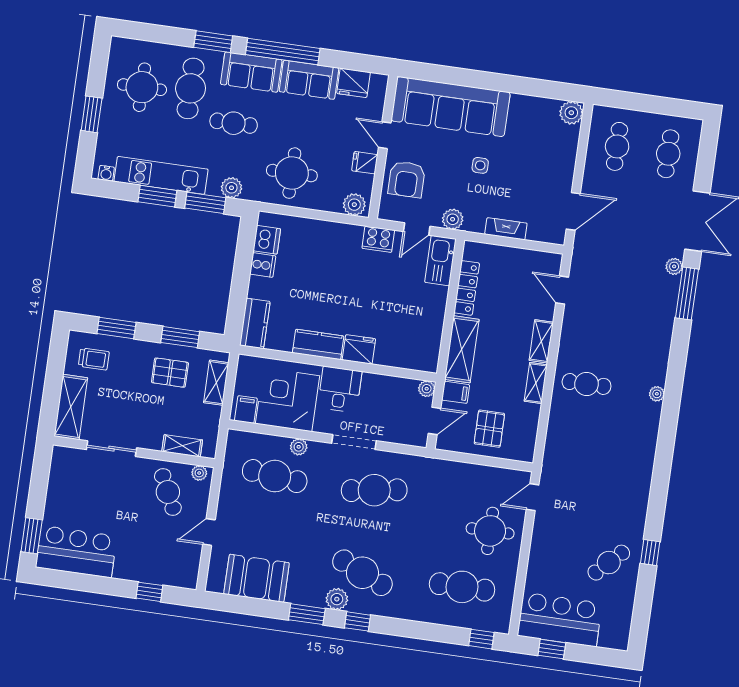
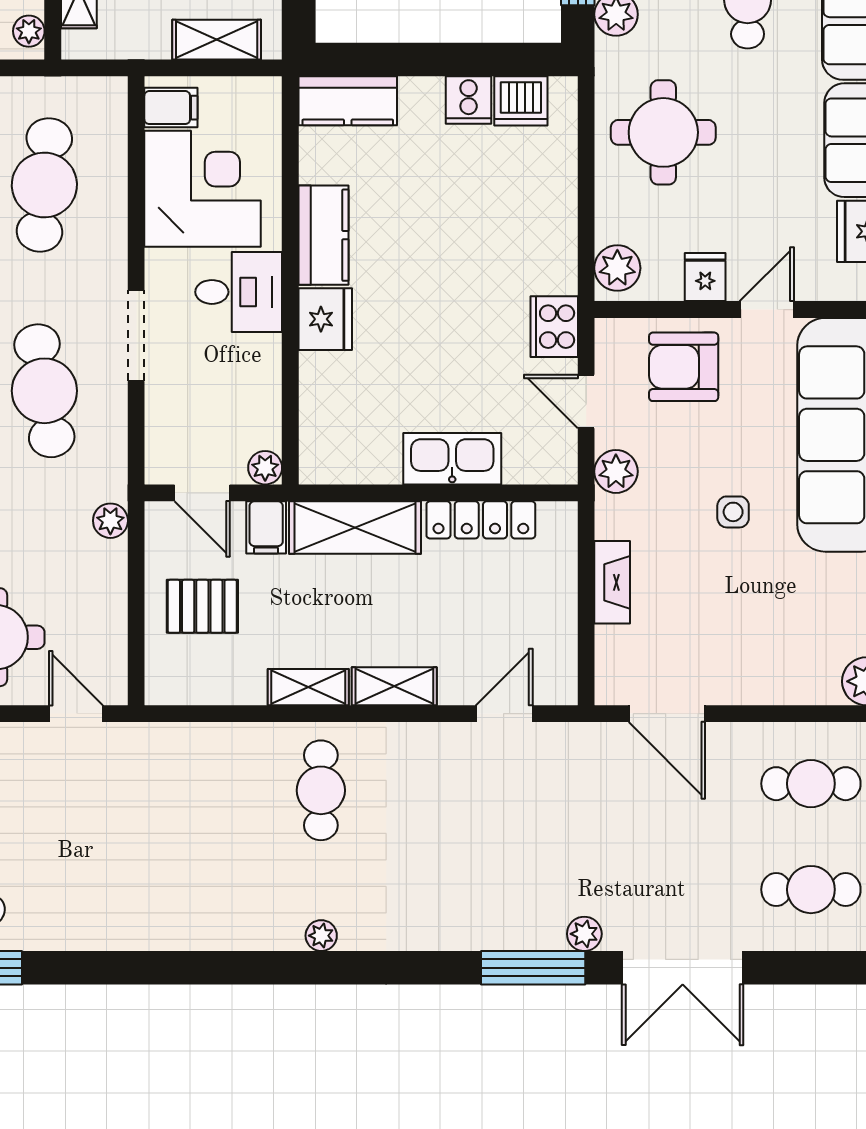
kitchen sink: (440, 261) -> (452, 459), moved
plant: (299, 447) -> (110, 521), moved

